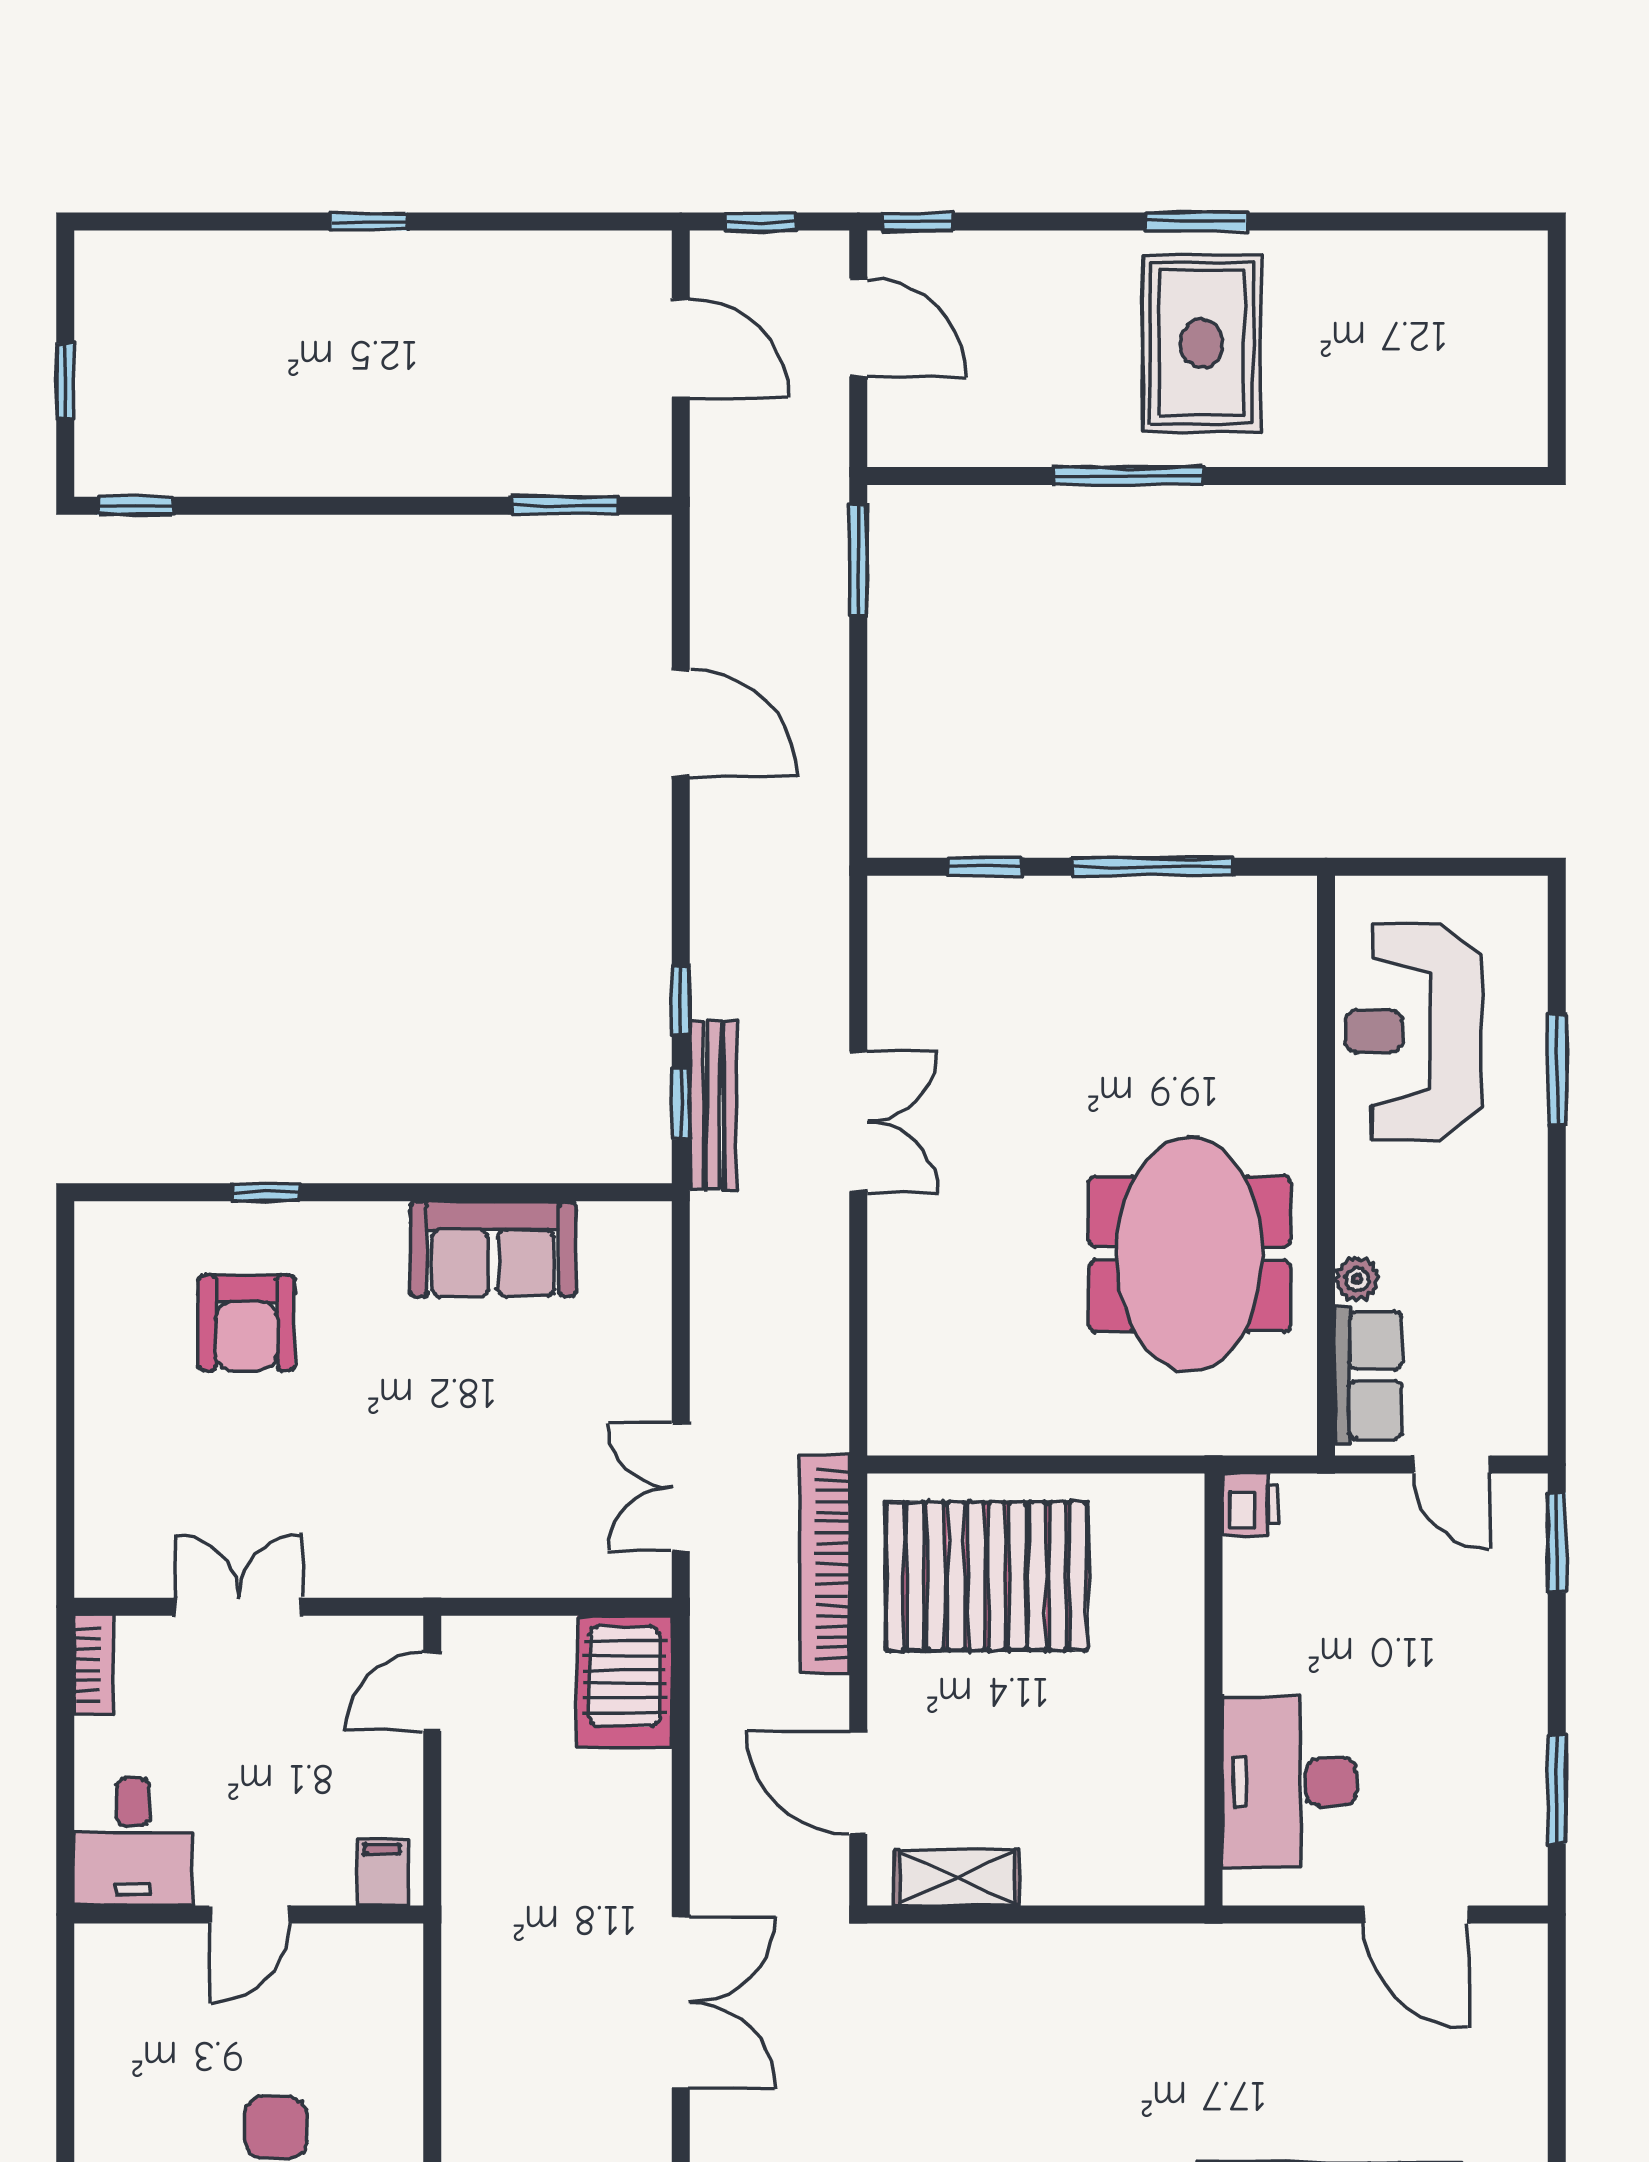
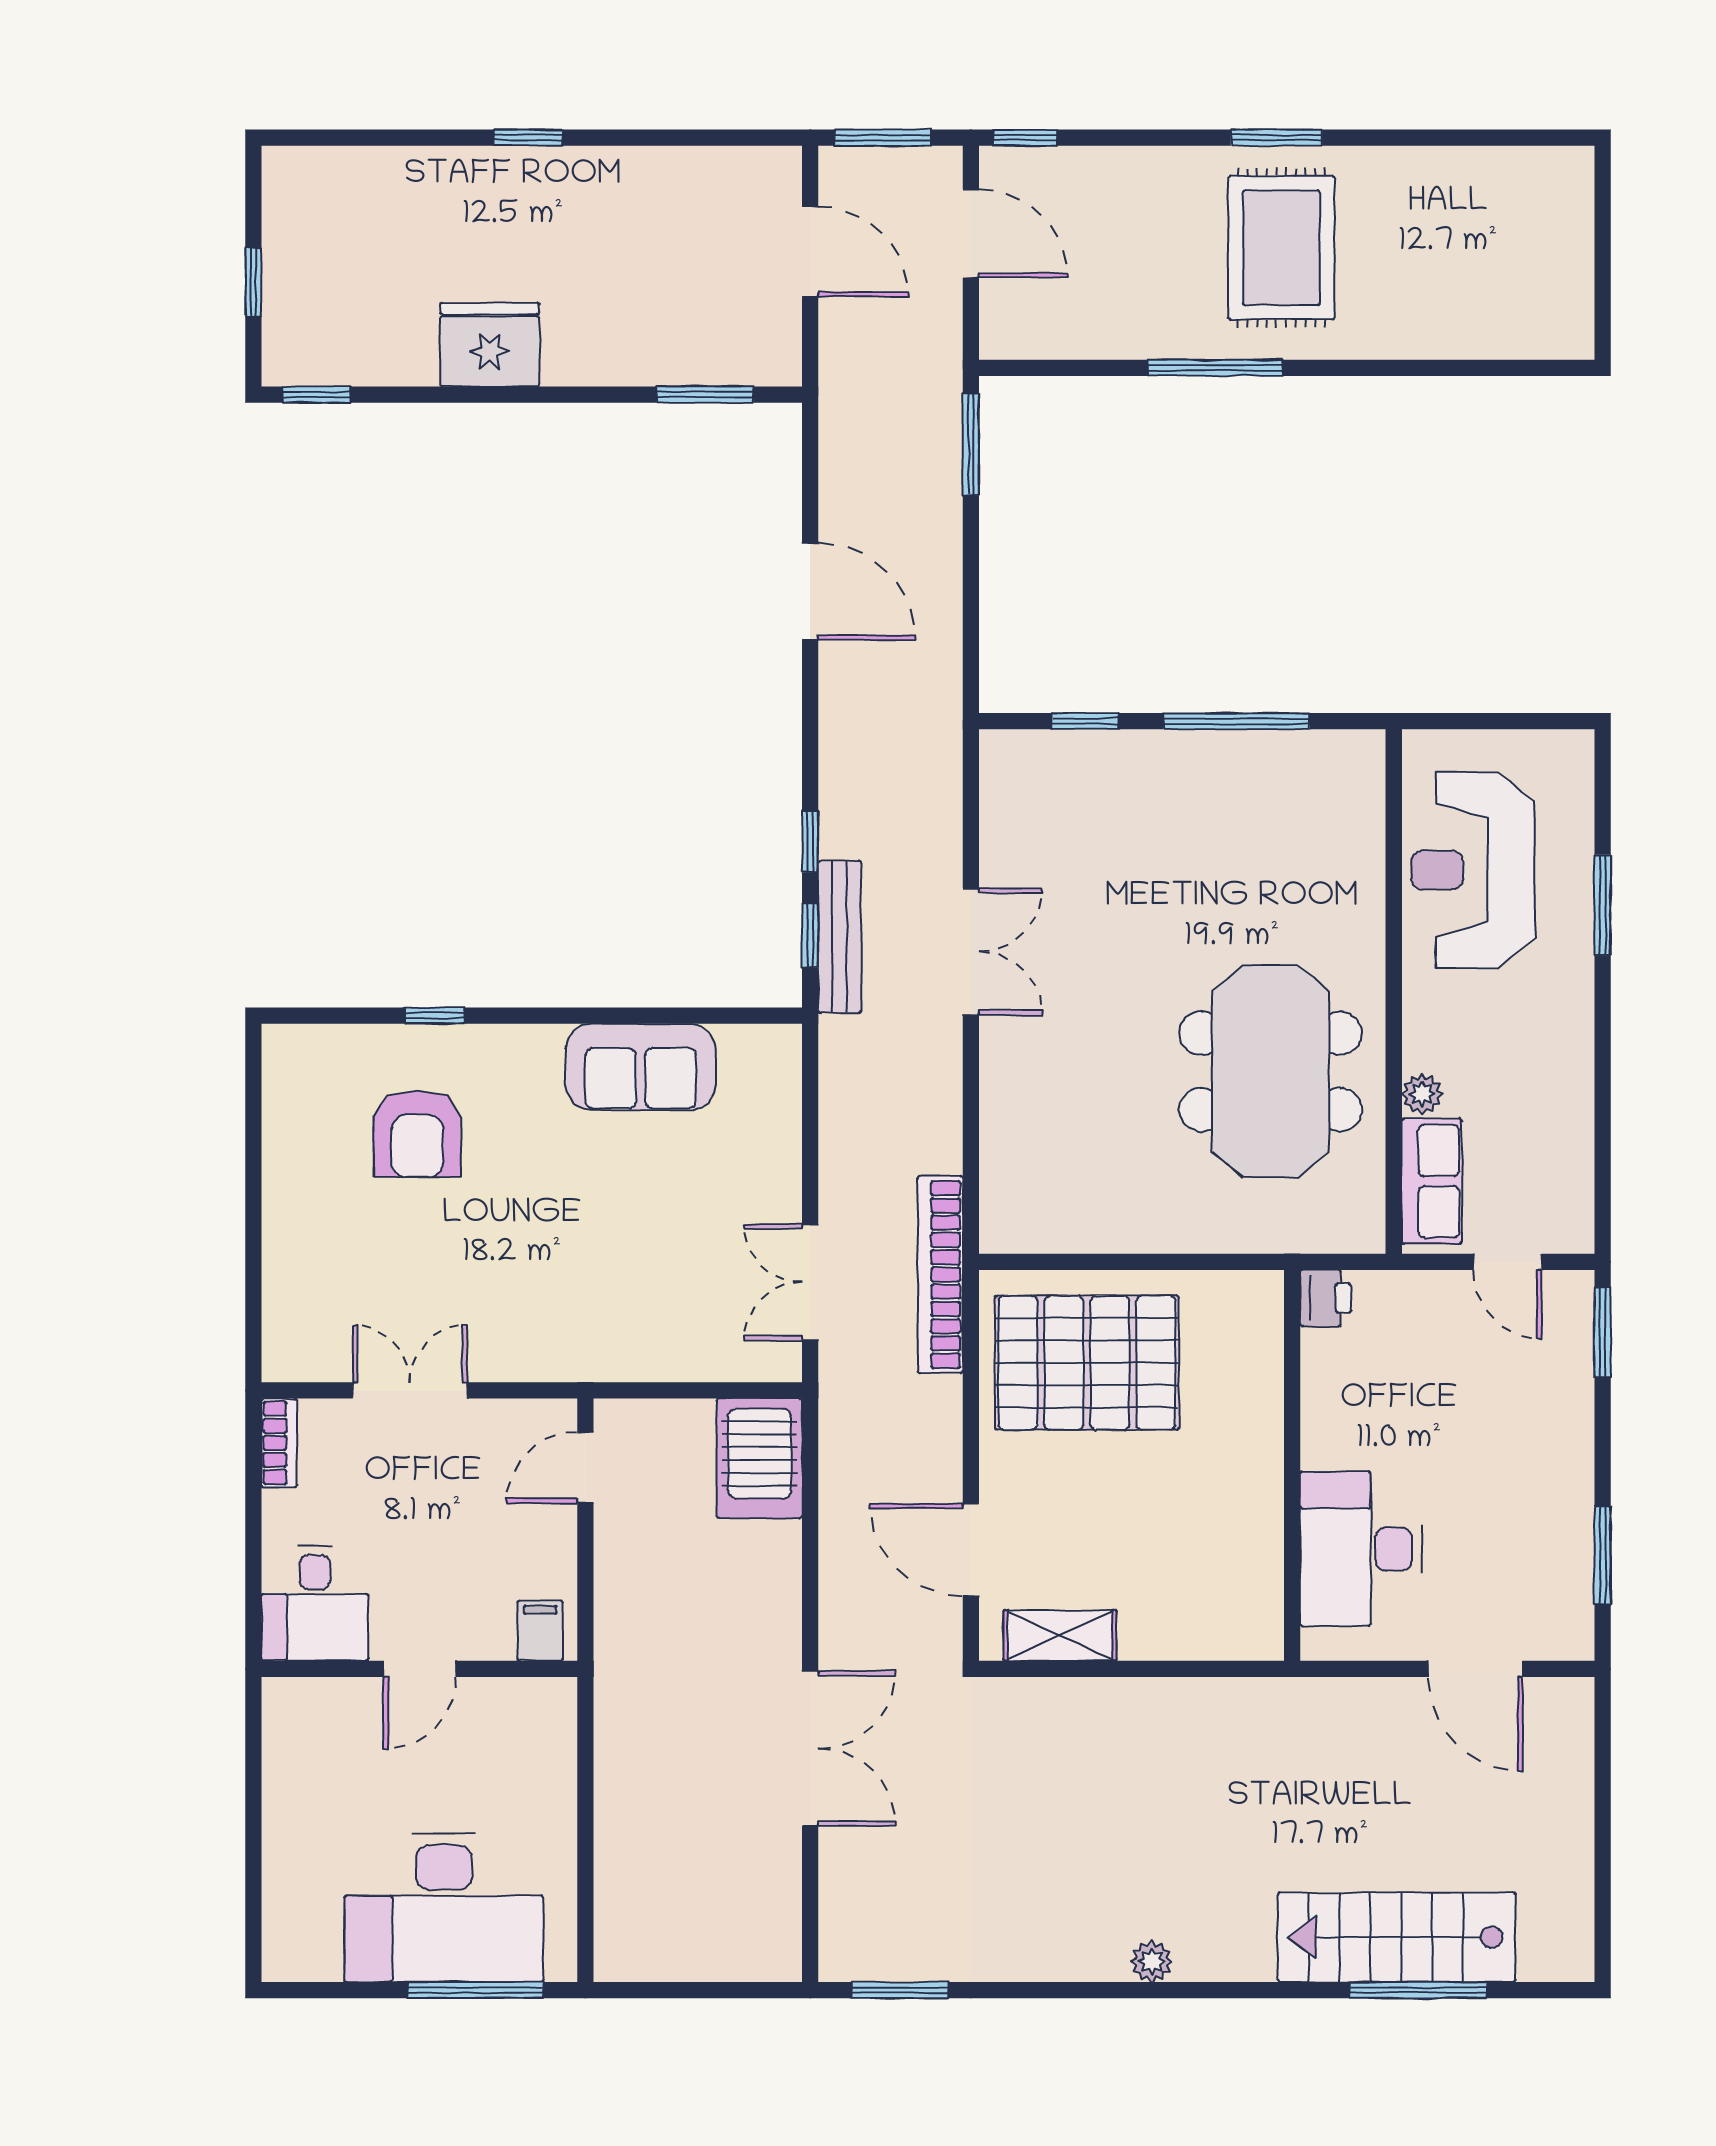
window: (761, 222) -> (883, 138), width x1.50
fridge: (326, 450) -> (490, 345), added
bookcase: (825, 1564) -> (940, 1274), moved

